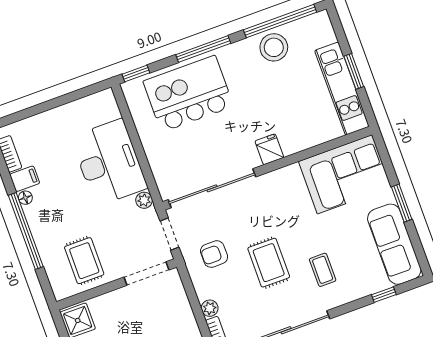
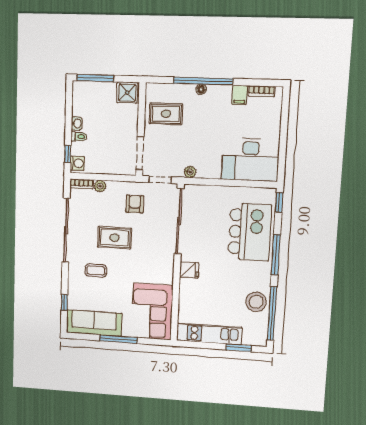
window: (354, 71) -> (239, 348), moved
desk: (109, 162) -> (250, 160), moved
floor lamp: (25, 198) -> (201, 89), moved
window: (402, 203) -> (118, 339), width x1.44

